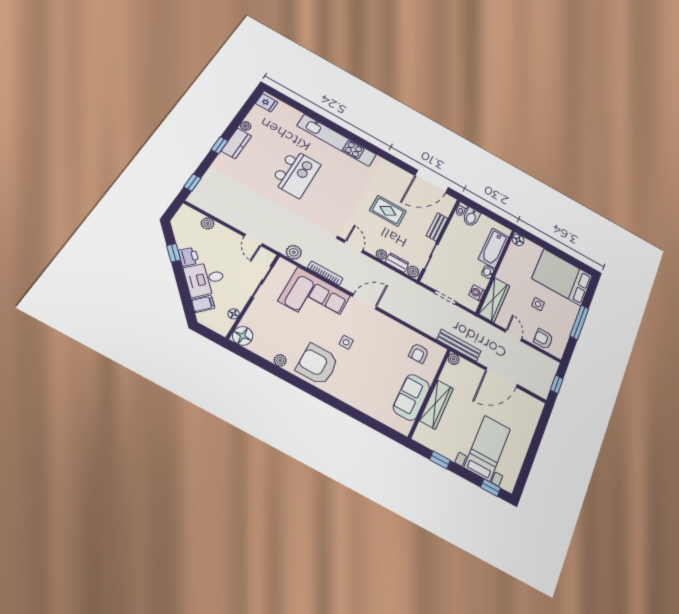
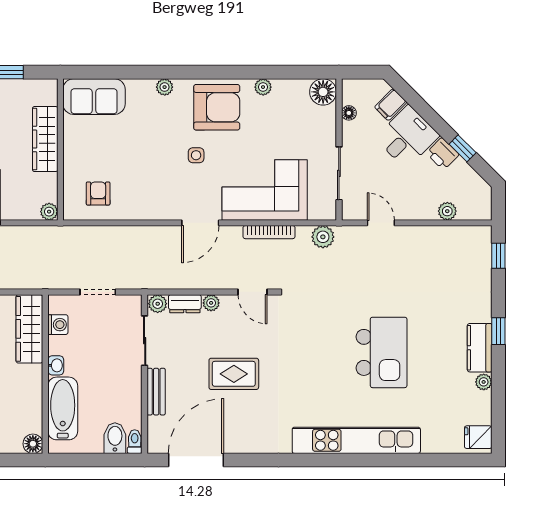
kitchen island: (296, 173) -> (382, 352), turned 180
bench: (459, 345) -> (50, 235), removed
plant: (344, 396) -> (165, 87), added
sofa: (411, 397) -> (94, 97), moved, turned 90

